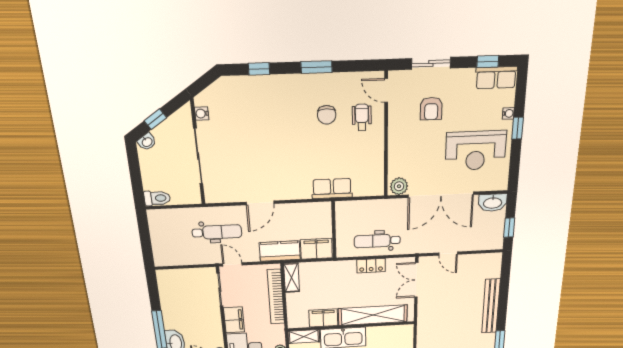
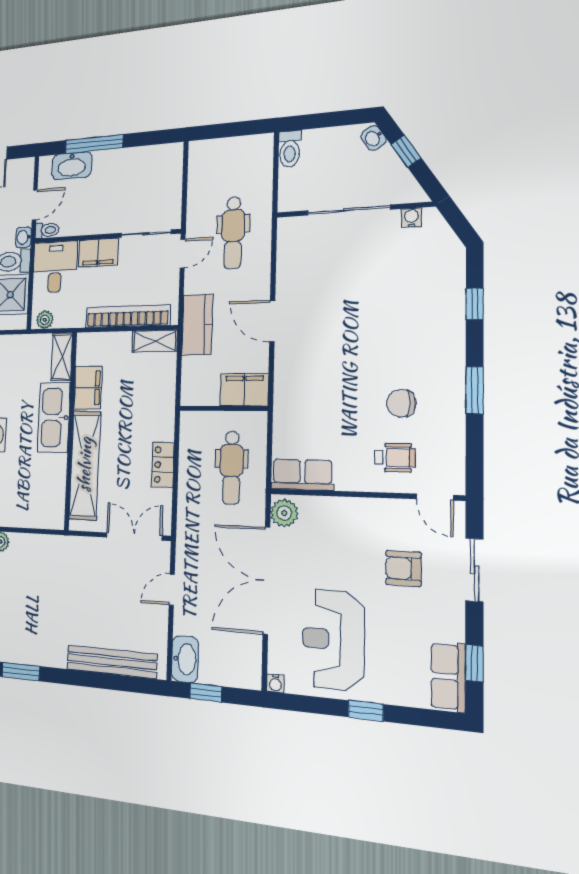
door: (386, 90) -> (435, 497), swing flipped
water cooler: (508, 113) -> (275, 683), moved
row of seats: (332, 189) -> (302, 475), moved, turned -90
door: (260, 203) -> (272, 321), moved
washbasin: (493, 203) -> (185, 659), moved, turned 180
dental chair: (377, 241) -> (231, 468), moved, turned 180
filing cabinet: (316, 249) -> (244, 390), moved, turned -90
bench: (491, 306) -> (112, 662), moved

